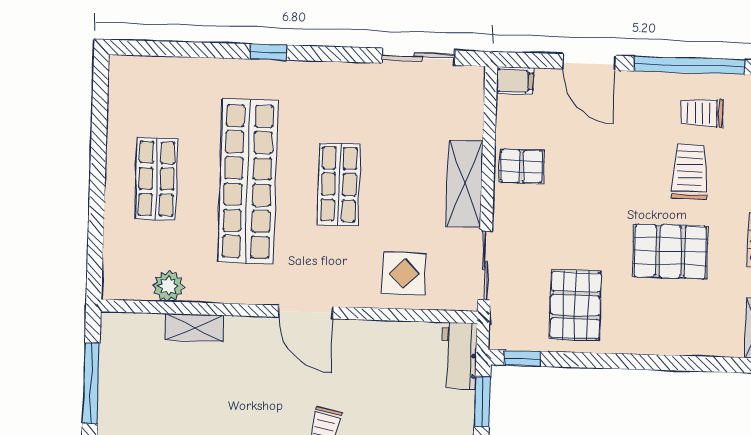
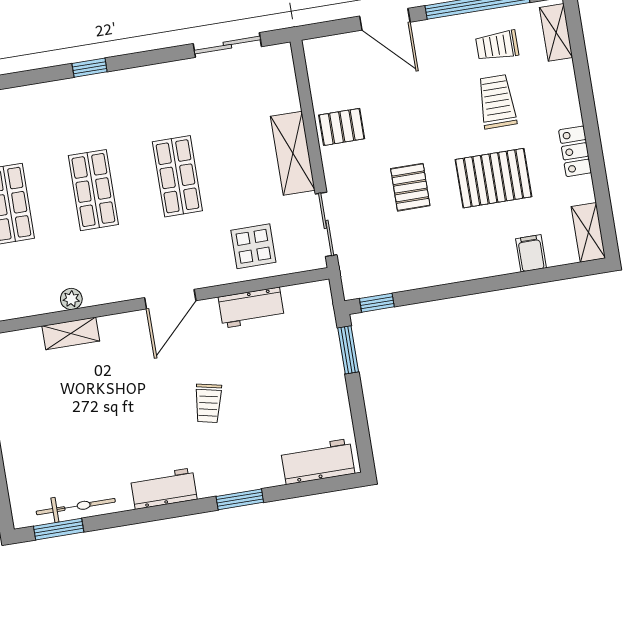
filing cabinet: (515, 81) -> (531, 253), moved, turned -90
shop shelf: (248, 182) -> (93, 190), width x0.50, depth x0.74
plant: (169, 286) -> (71, 299), moved, width x0.73, depth x0.73
pallet: (575, 305) -> (410, 187), moved, width x0.67, depth x0.71
door: (306, 312) -> (170, 299), hinge flipped
workbench: (459, 356) -> (251, 308), moved, turned -90

